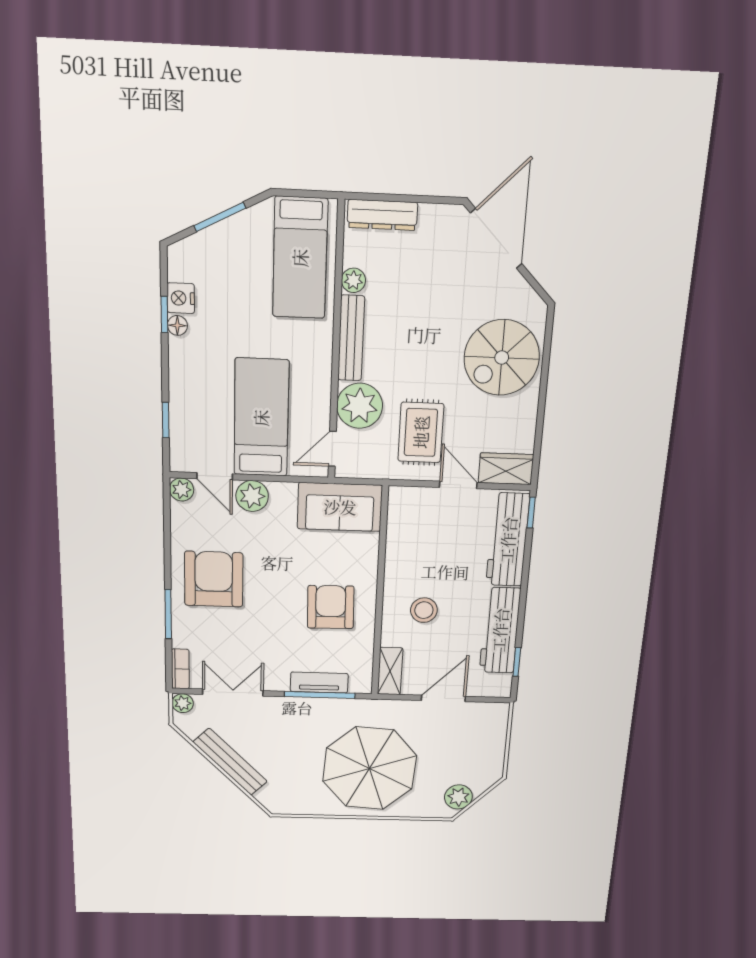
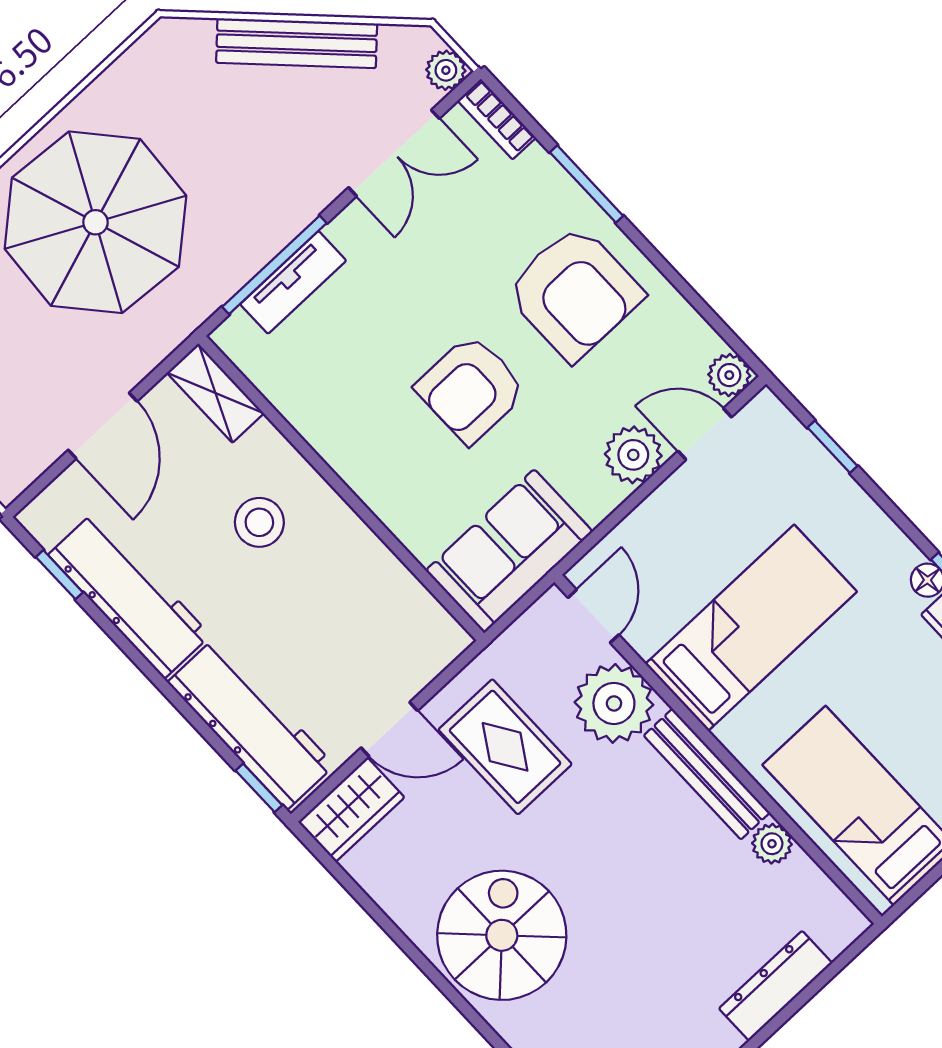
dresser: (382, 215) -> (776, 986), moved
bed: (261, 418) -> (751, 628), moved, turned -90
armchair: (331, 607) -> (471, 389), moved, turned 91

